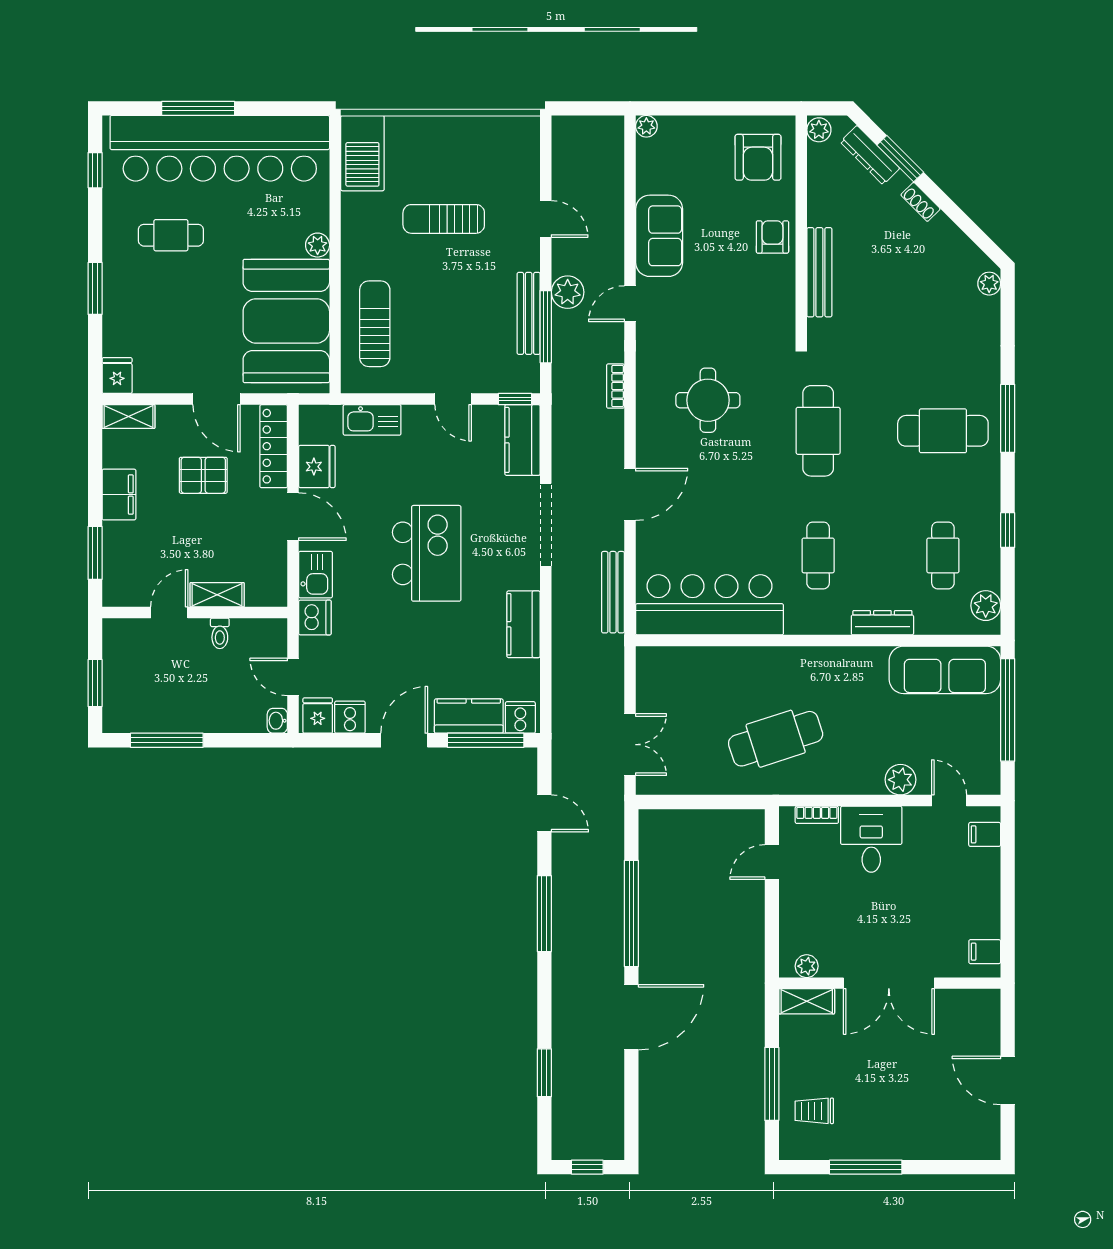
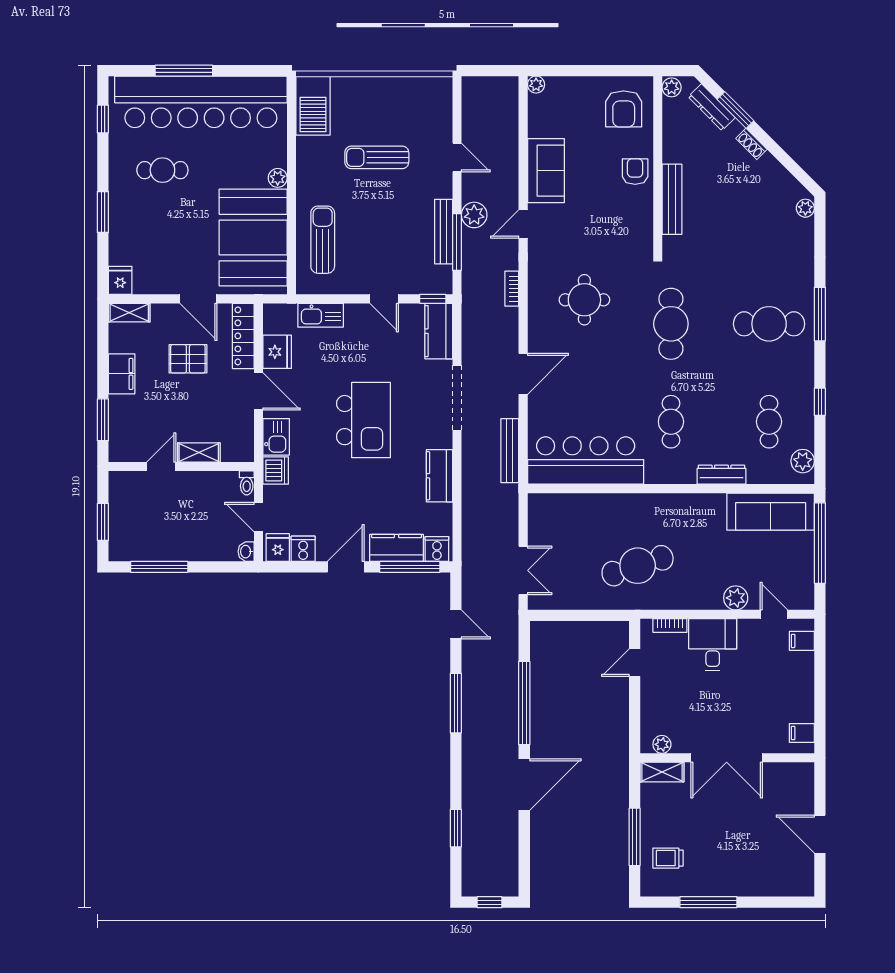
toilet: (220, 633) -> (247, 483), moved

